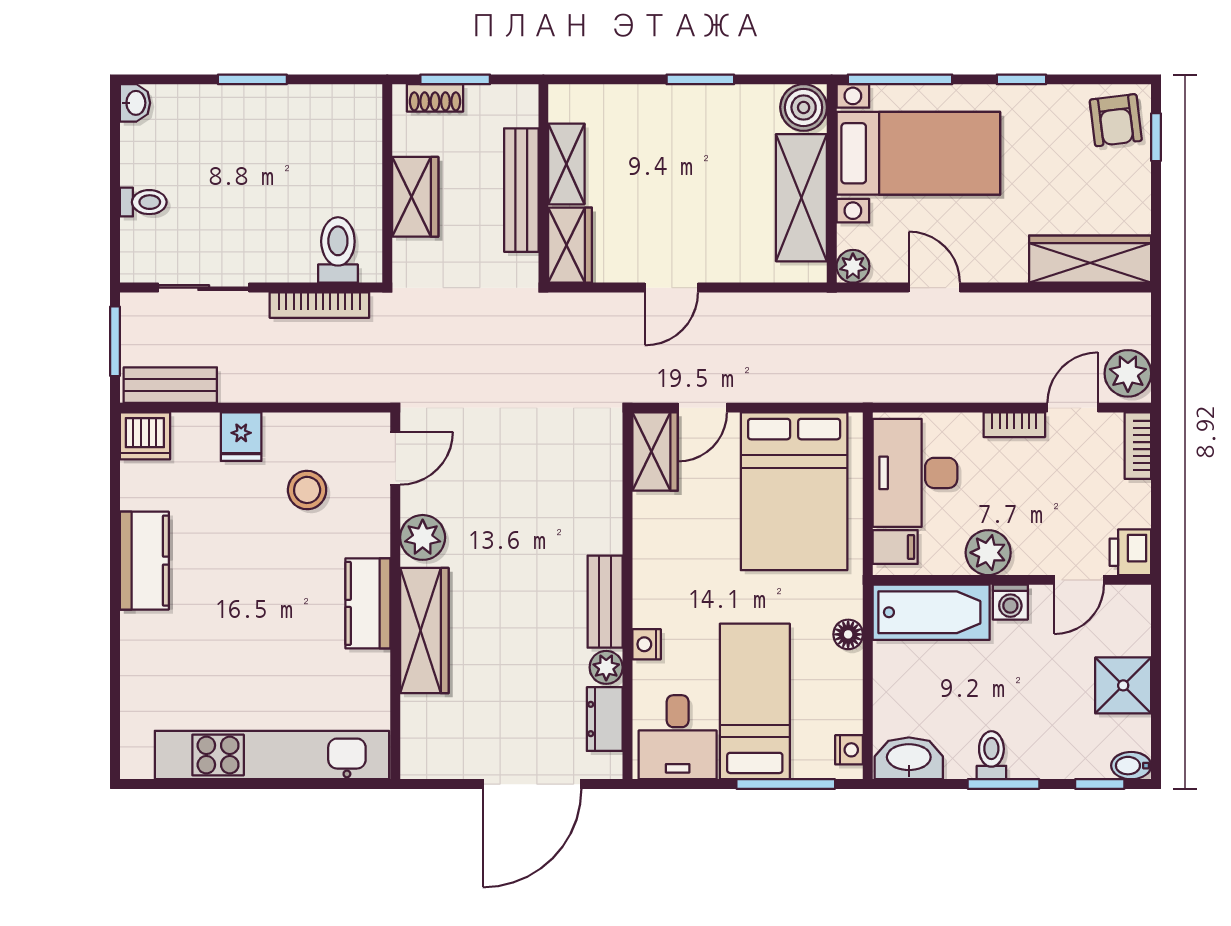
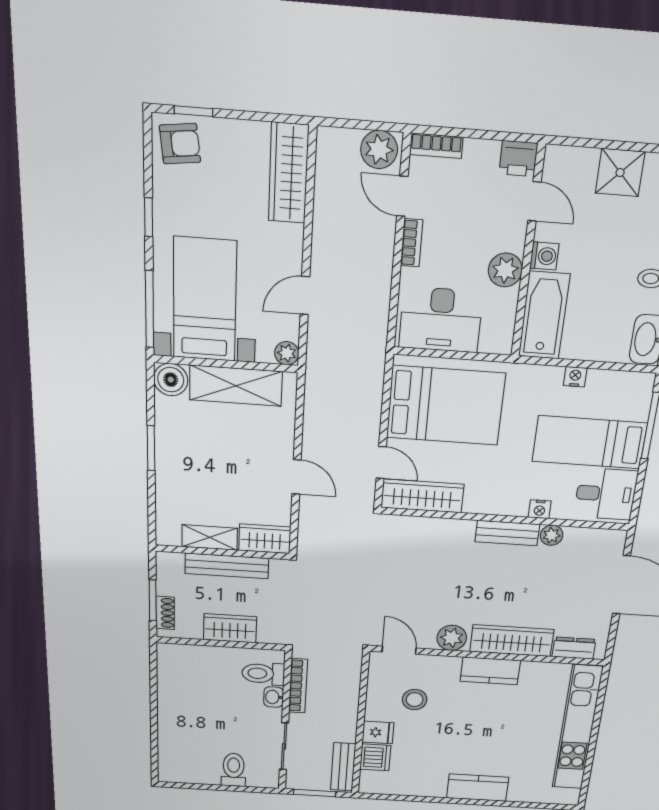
window: (252, 79) -> (154, 713), removed
washbasin: (135, 103) -> (274, 697), moved, turned -90
toilet: (143, 202) -> (234, 770), width x1.37, depth x1.39
dishwasher: (145, 436) -> (375, 757), moved
wardrobe: (655, 452) -> (422, 496), width x1.50
filing cabinet: (895, 547) -> (493, 338), removed
kitchen counter: (144, 561) -> (478, 788), moved
floor lamp: (848, 634) -> (552, 376), removed
dresser: (605, 719) -> (574, 648), moved, turned 180
nightstand: (849, 750) -> (575, 377), moved

